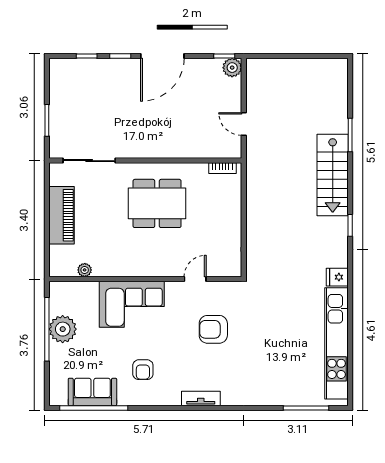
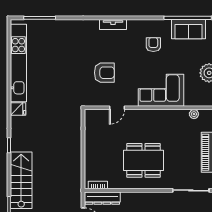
dresser: (216, 149) -> (102, 198), added

